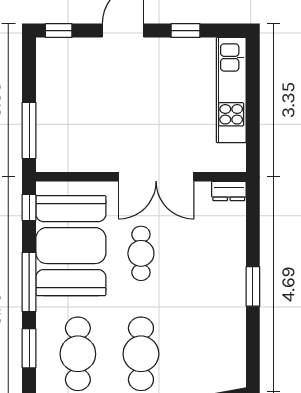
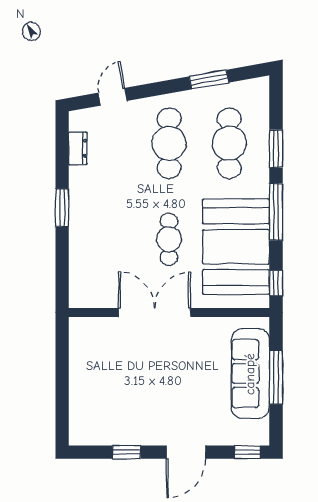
kitchen unit: (231, 90) -> (83, 395), removed
sofa: (56, 113) -> (250, 374), added
window: (29, 130) -> (276, 377), moved
dresser: (229, 191) -> (78, 148), moved, turned 90

